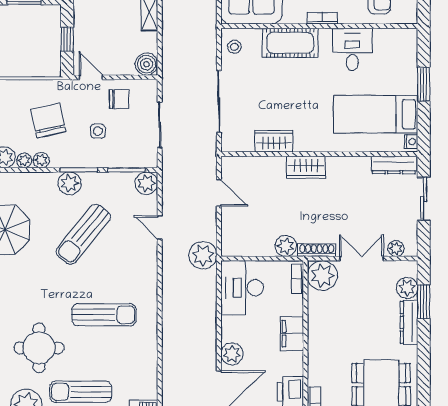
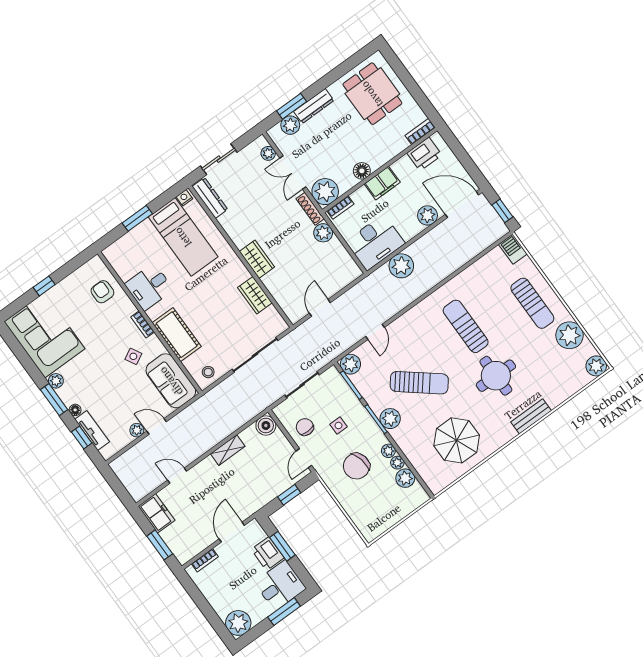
plant: (203, 255) -> (401, 266), moved
floor lamp: (317, 323) -> (362, 171), added
round table: (39, 348) -> (496, 376), moved

